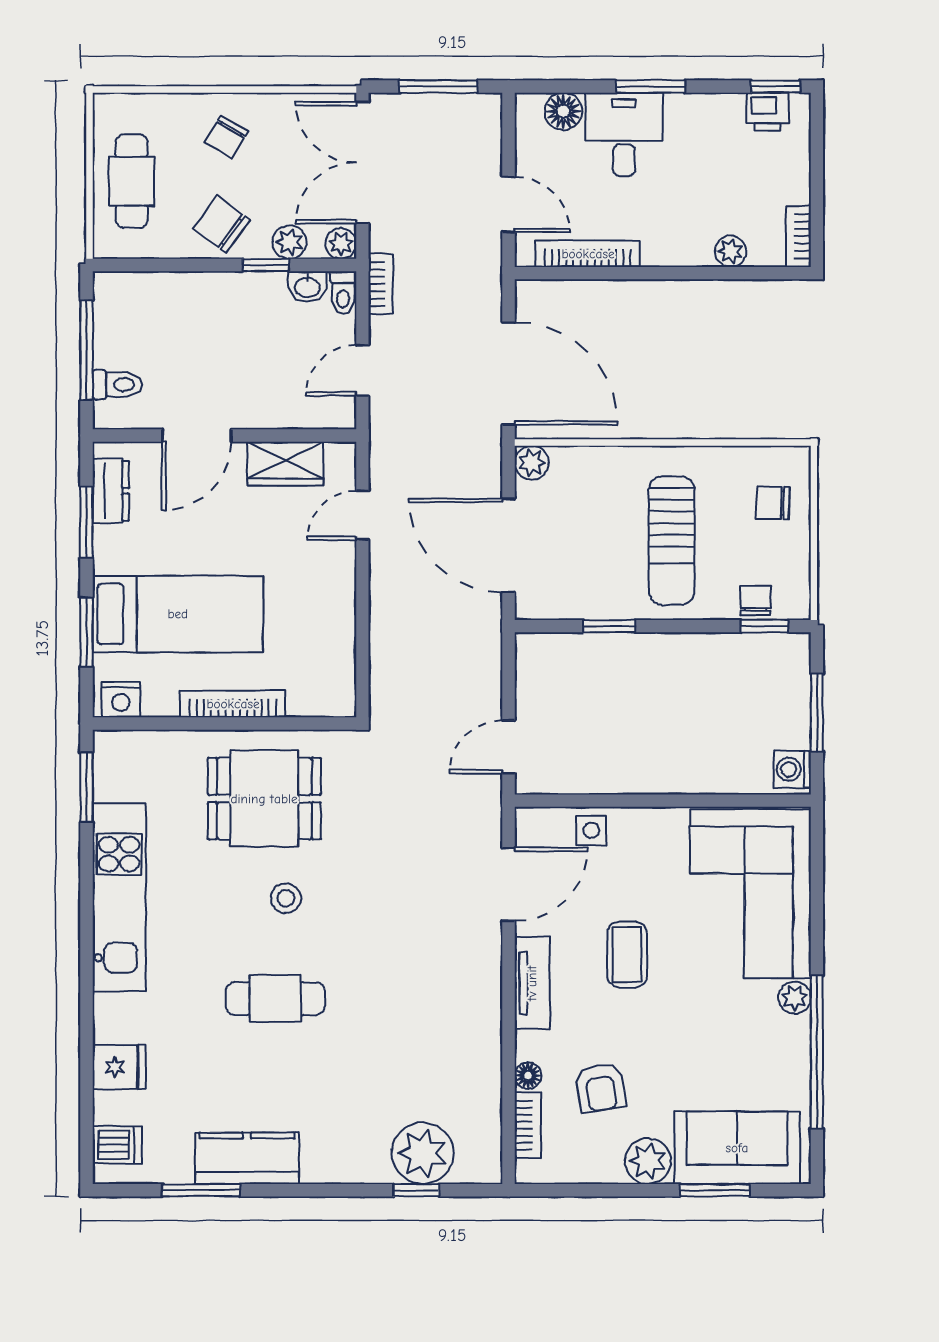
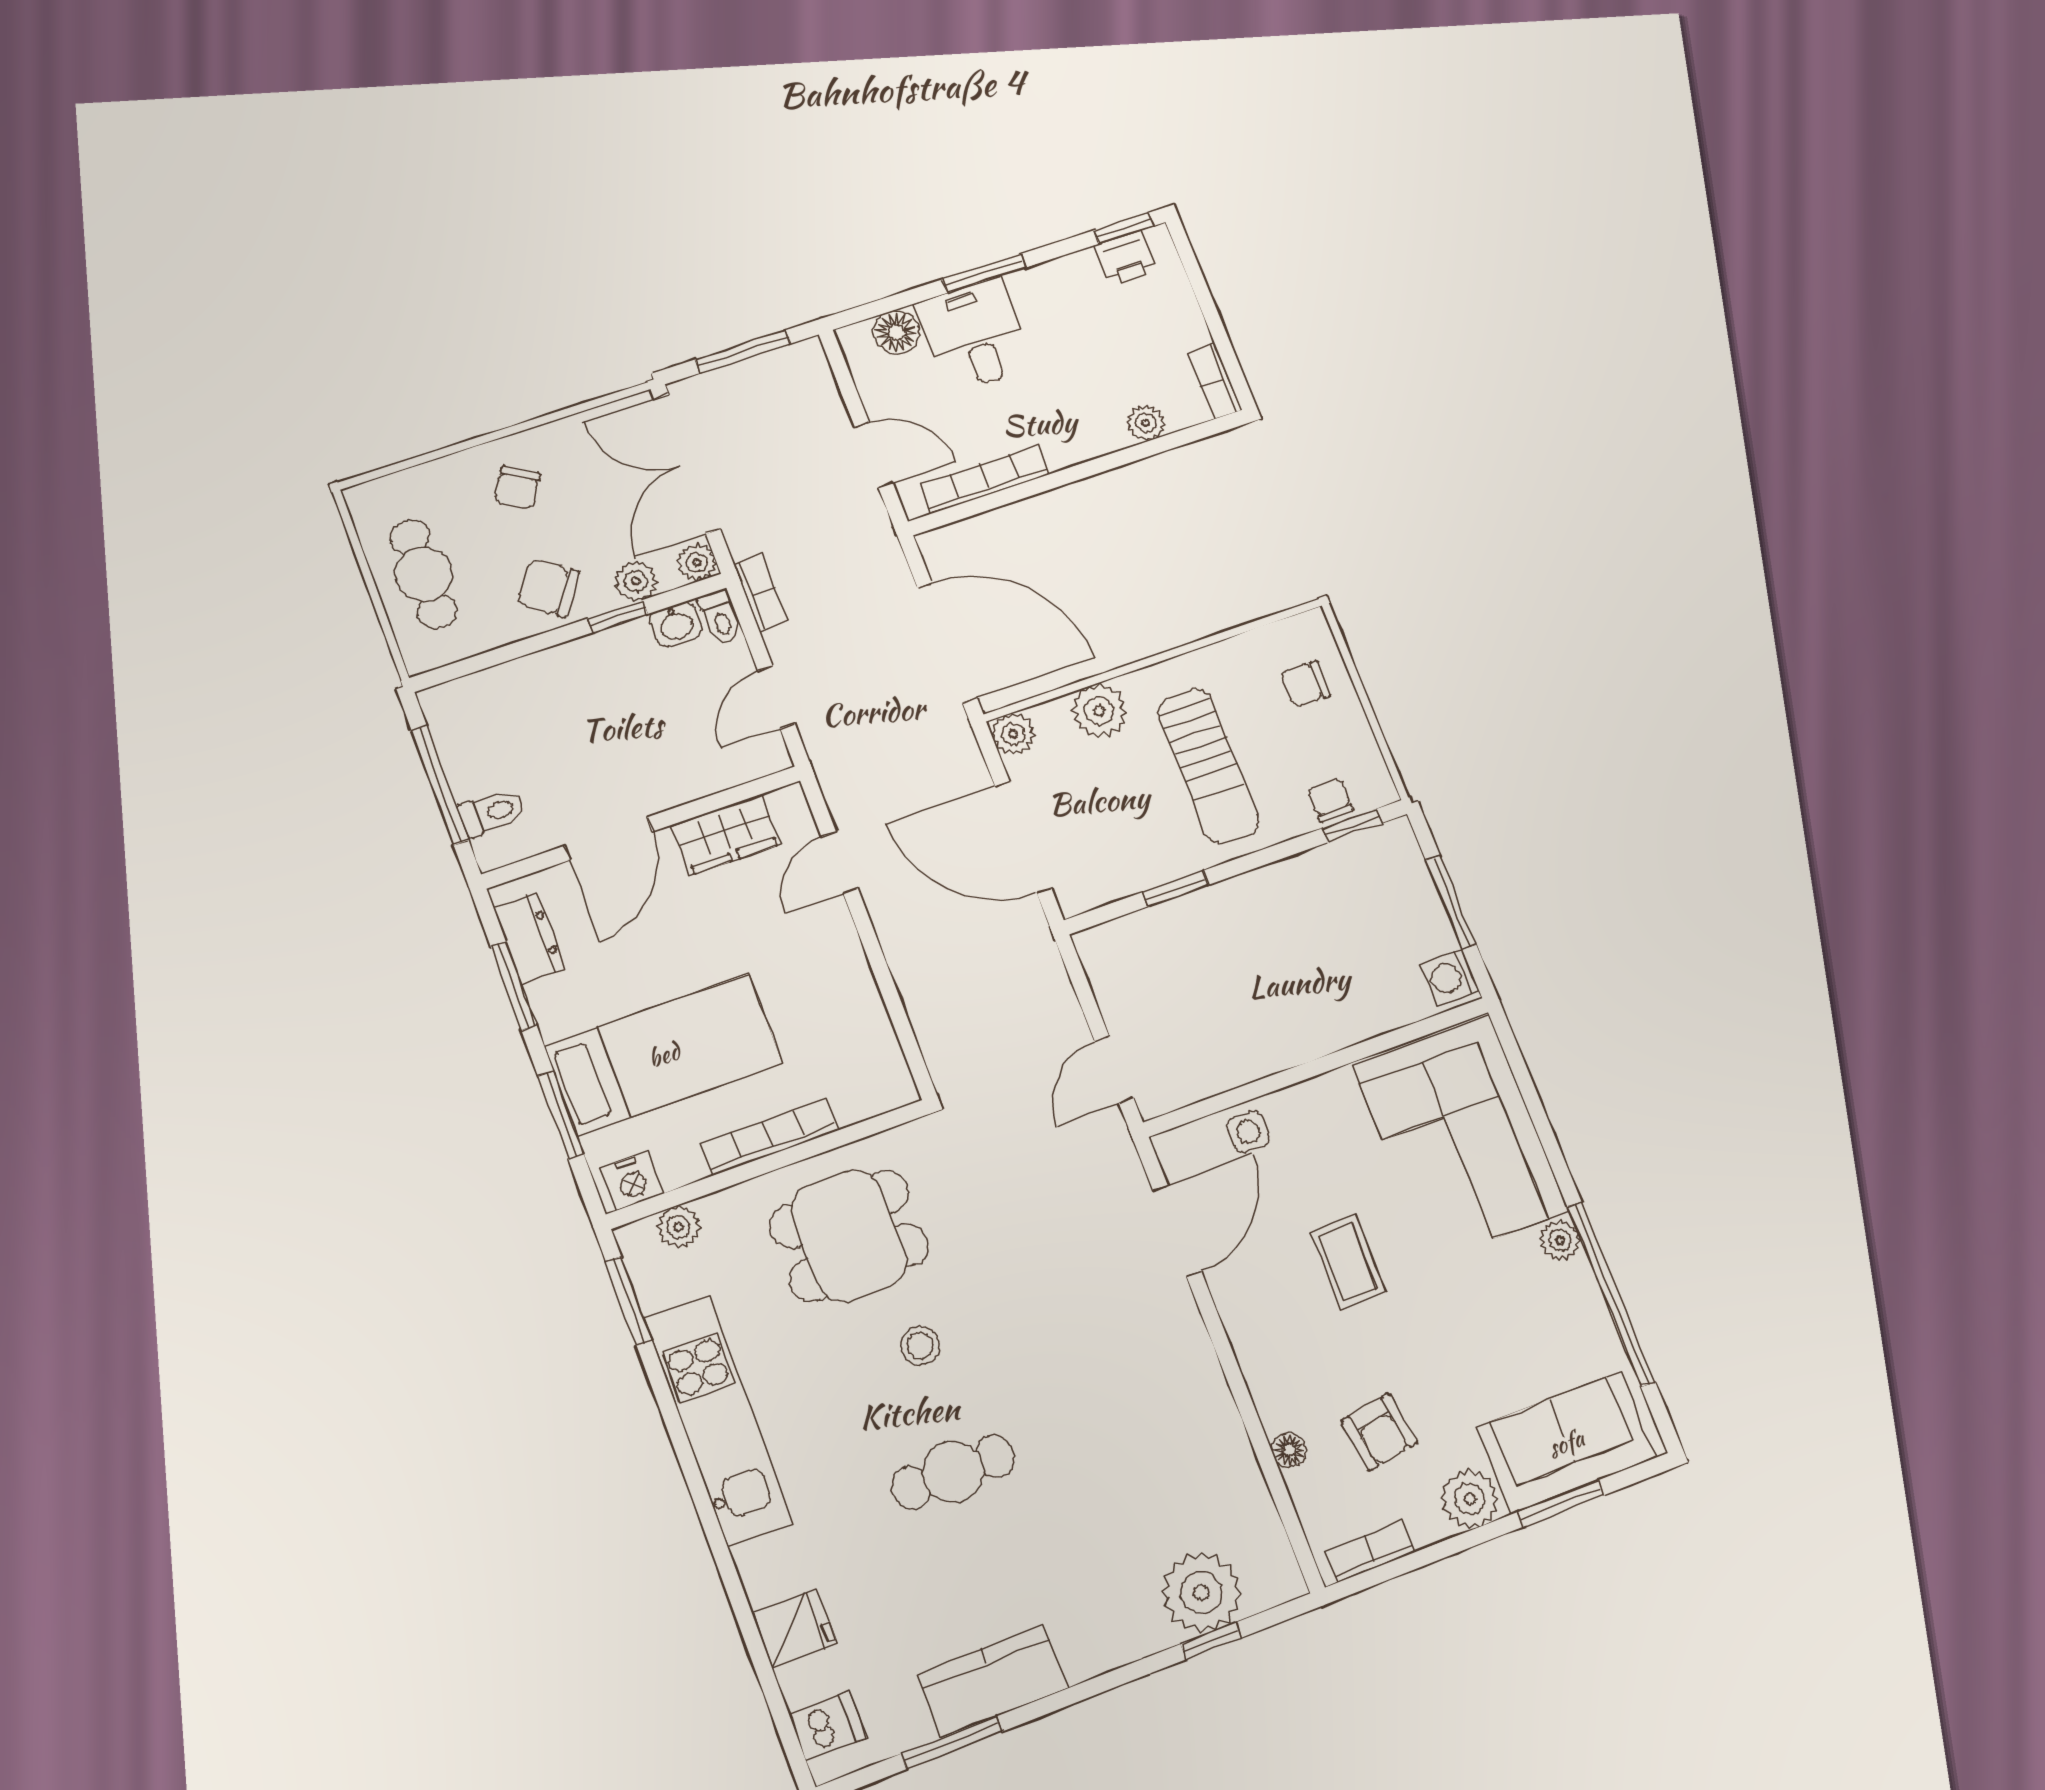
plant: (605, 468) -> (1099, 711), added
plant: (142, 746) -> (678, 1227), added
tv unit: (532, 983) -> (1251, 1338), removed
bookcase: (528, 1125) -> (1370, 1551), moved, turned -90

